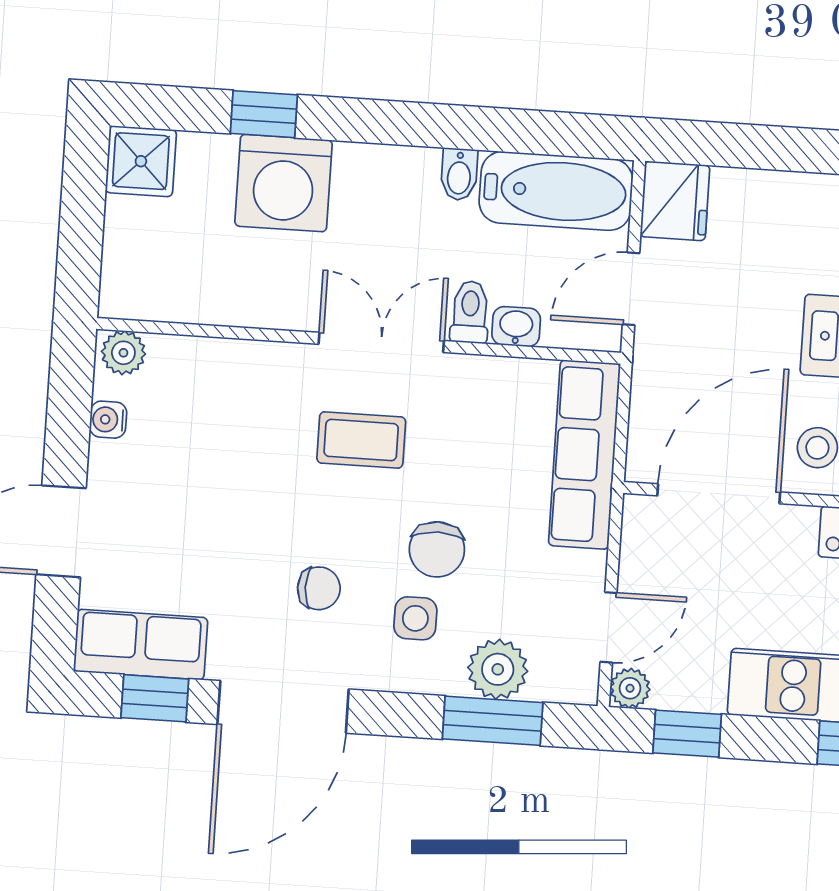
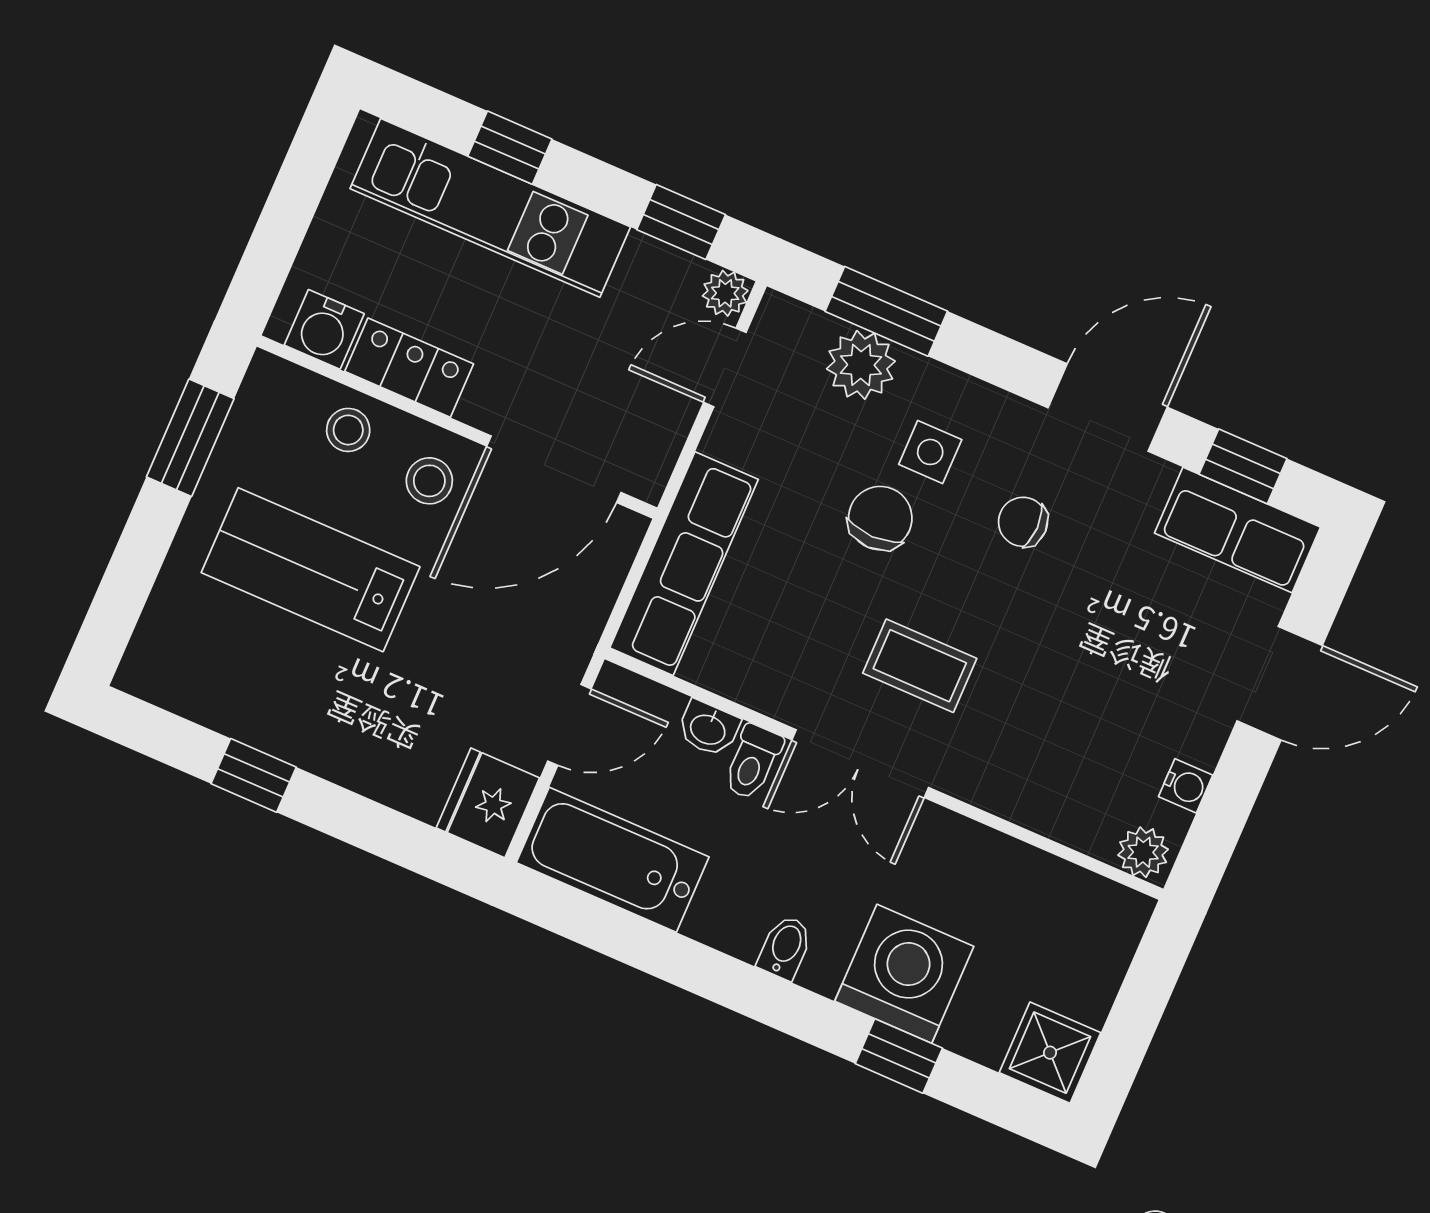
bidet: (459, 174) -> (785, 947), moved
door: (283, 707) -> (1108, 408), width x0.73

